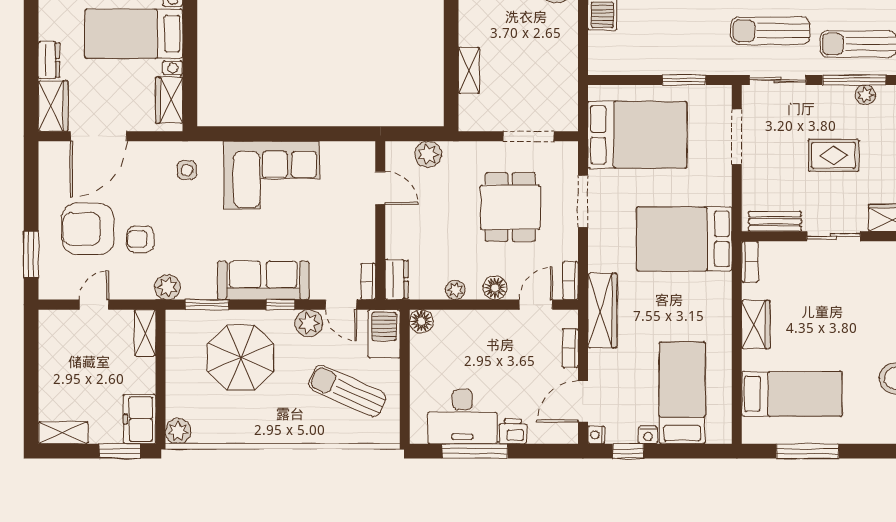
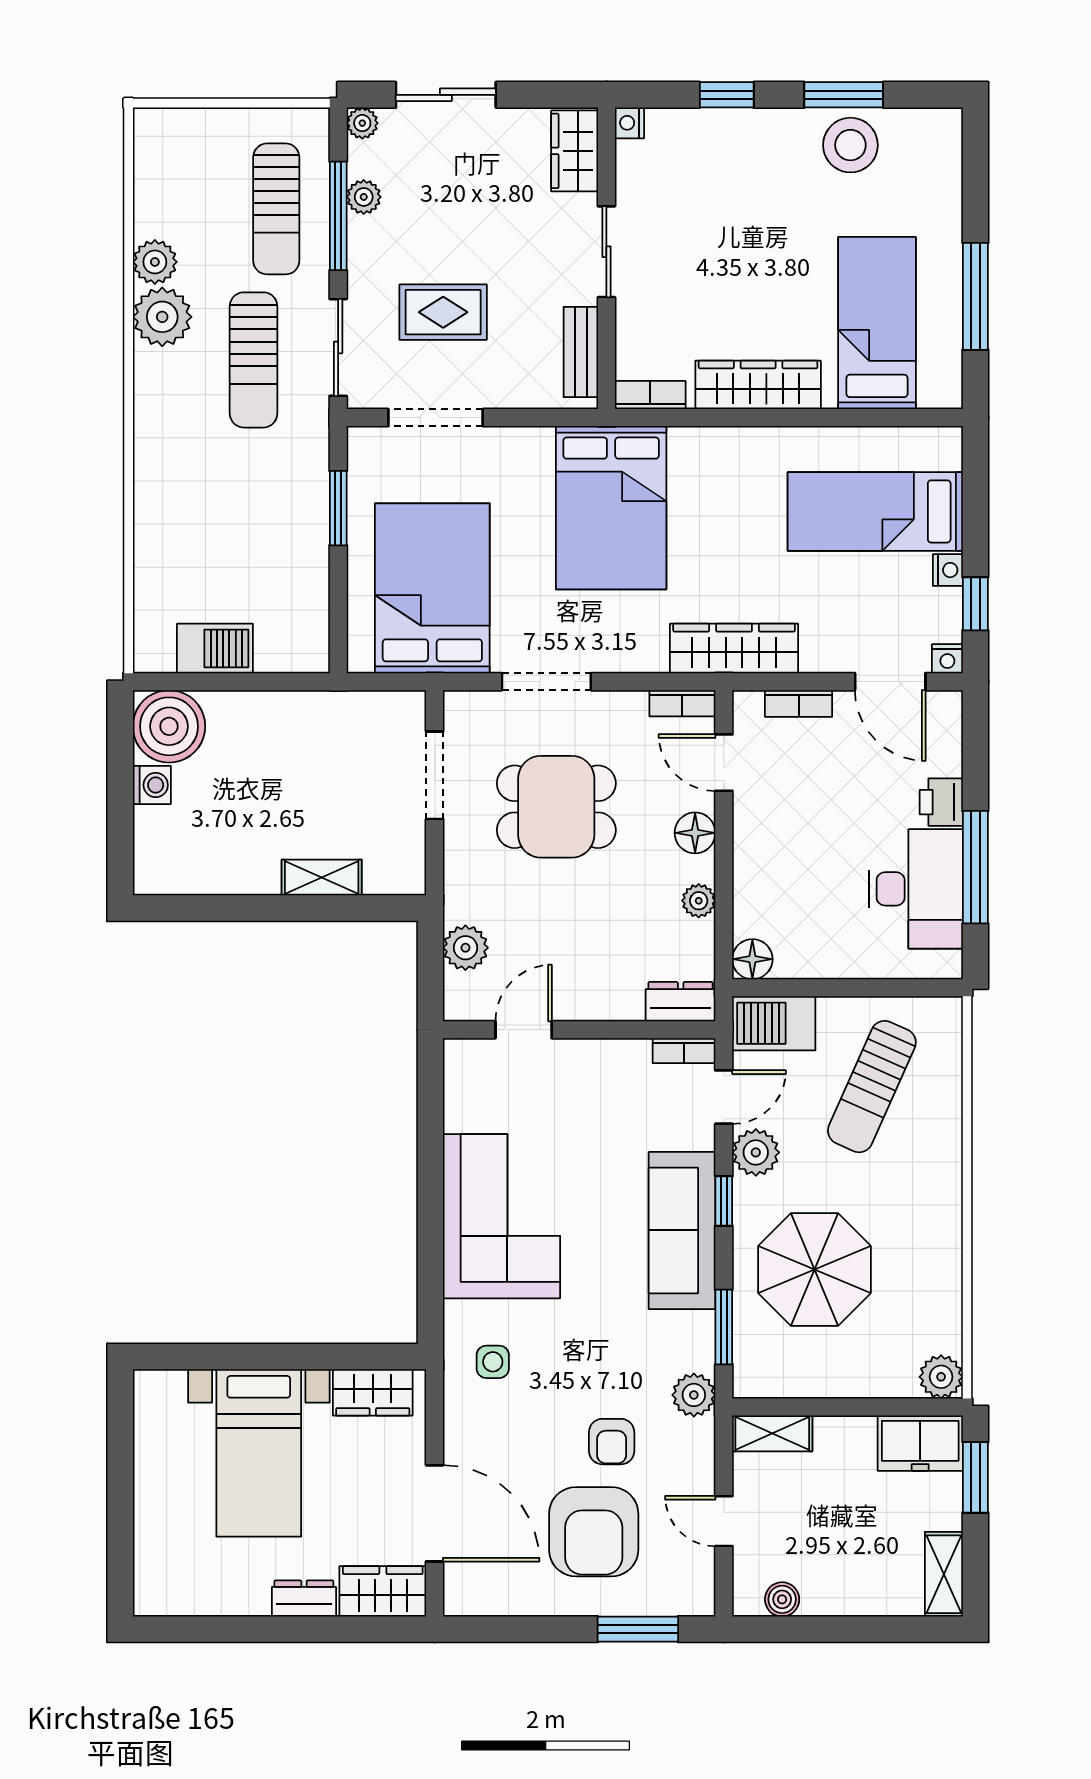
rug: (834, 155) -> (443, 312), moved, turned 90
wardrobe: (756, 325) -> (758, 385), width x1.50
boiler: (48, 339) -> (782, 1599), added

